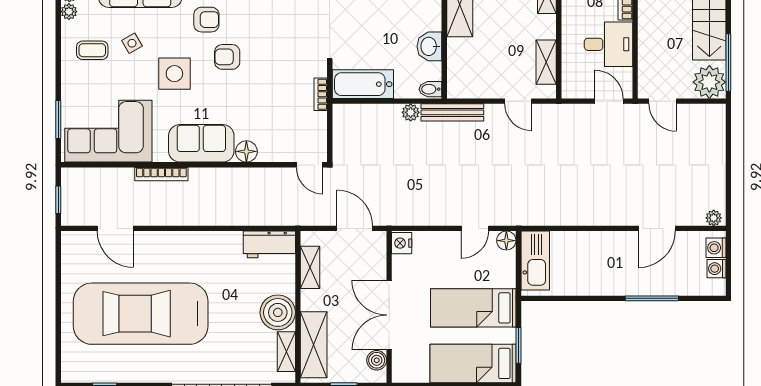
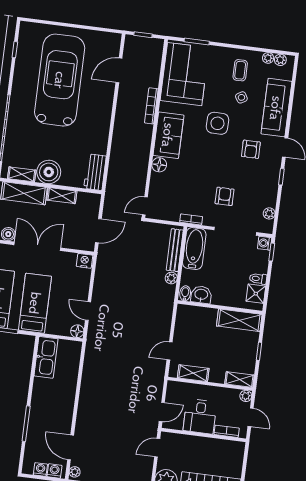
washbasin: (429, 46) -> (201, 295), moved
armchair: (227, 57) -> (225, 196), moved
bench: (452, 112) -> (175, 250), moved
door: (657, 228) -> (71, 447), moved
kitchen sink: (535, 261) -> (46, 357), moved, turned -90
shelving: (310, 267) -> (62, 196), moved

